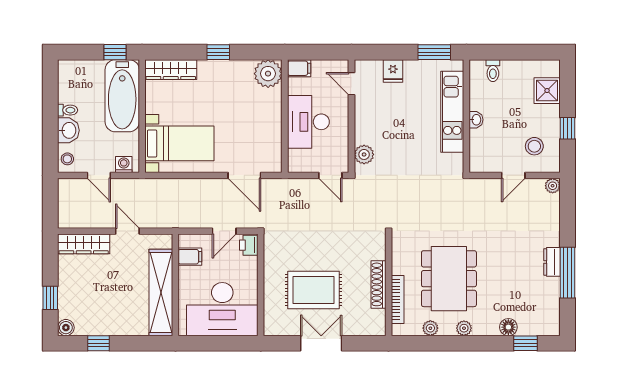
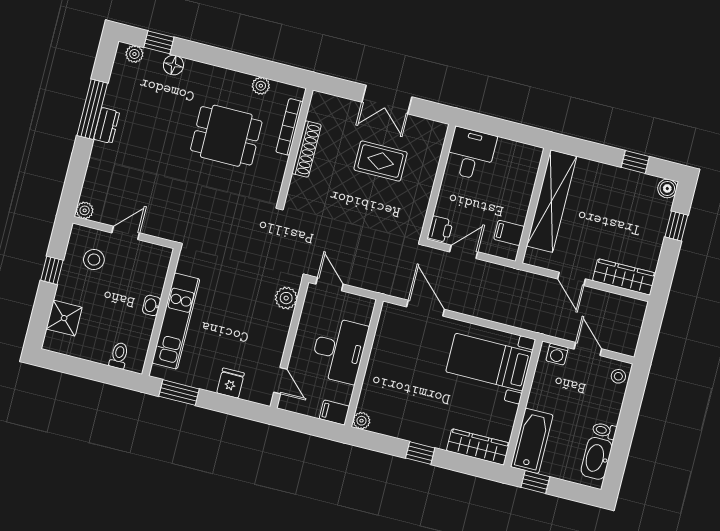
plant: (268, 74) -> (361, 421), width x0.53, depth x0.53
bathtub: (122, 96) -> (532, 441), width x0.73, depth x0.73
washbasin: (68, 130) -> (597, 458), moved, width x1.38
dining table: (449, 279) -> (226, 136), width x0.73
rug: (313, 290) -> (381, 161), width x0.73, depth x0.70
desk: (222, 309) -> (471, 154), width x0.53, depth x0.77
plant: (464, 328) -> (134, 54), moved

